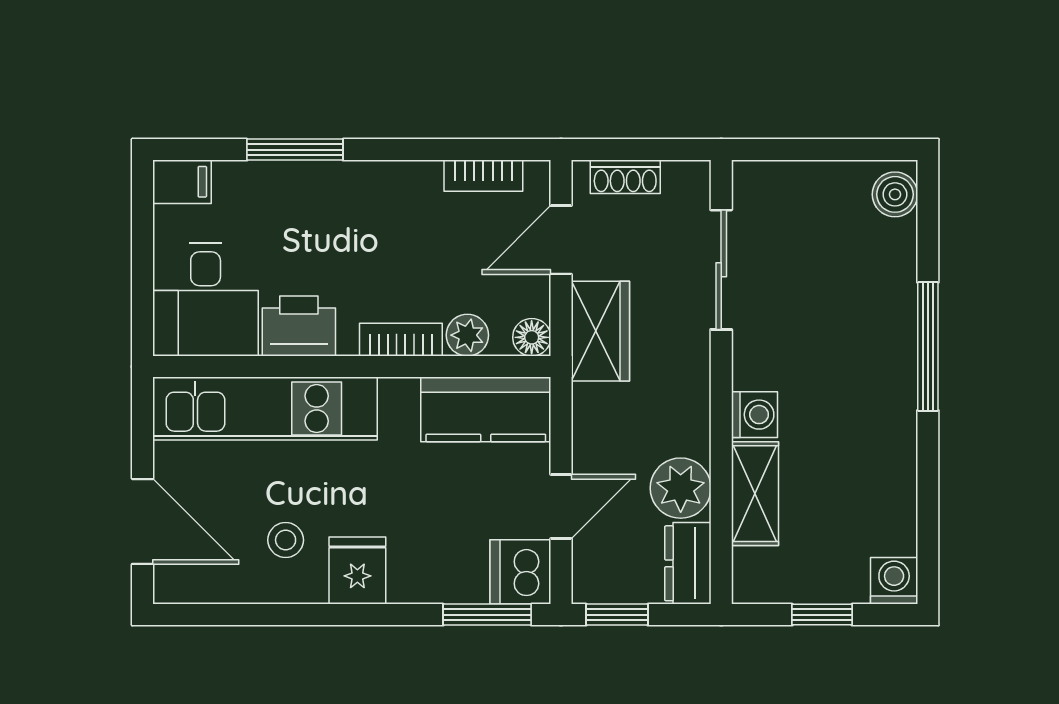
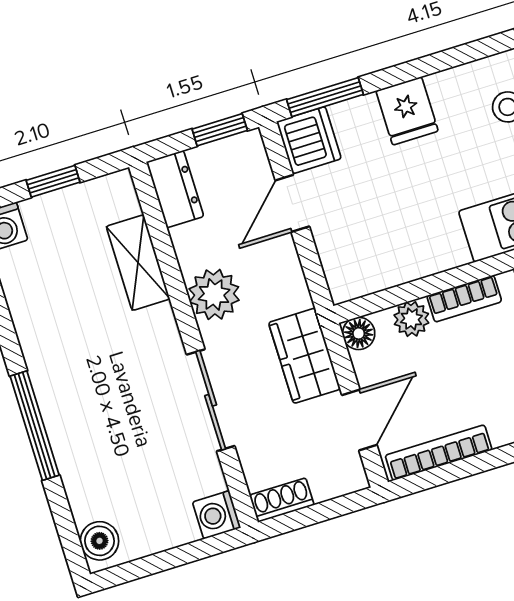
bookcase: (483, 176) -> (439, 453), width x1.56
shoe rack: (625, 177) -> (282, 500), moved
sliding door: (721, 270) -> (211, 400), moved
kitchen counter: (486, 409) -> (378, 263), removed
washing machine: (754, 415) -> (217, 515), moved
plant: (681, 488) -> (214, 294), moved
fridge: (357, 571) -> (407, 111), moved

